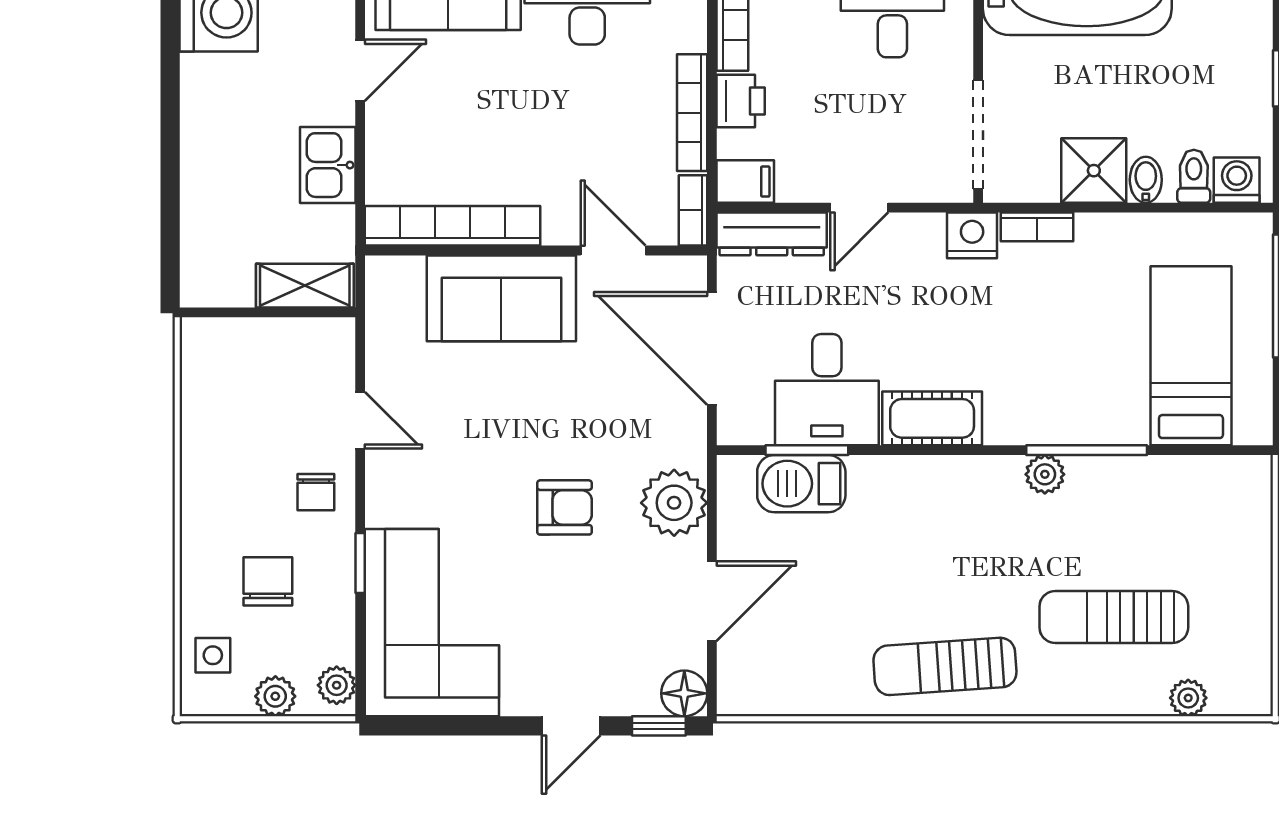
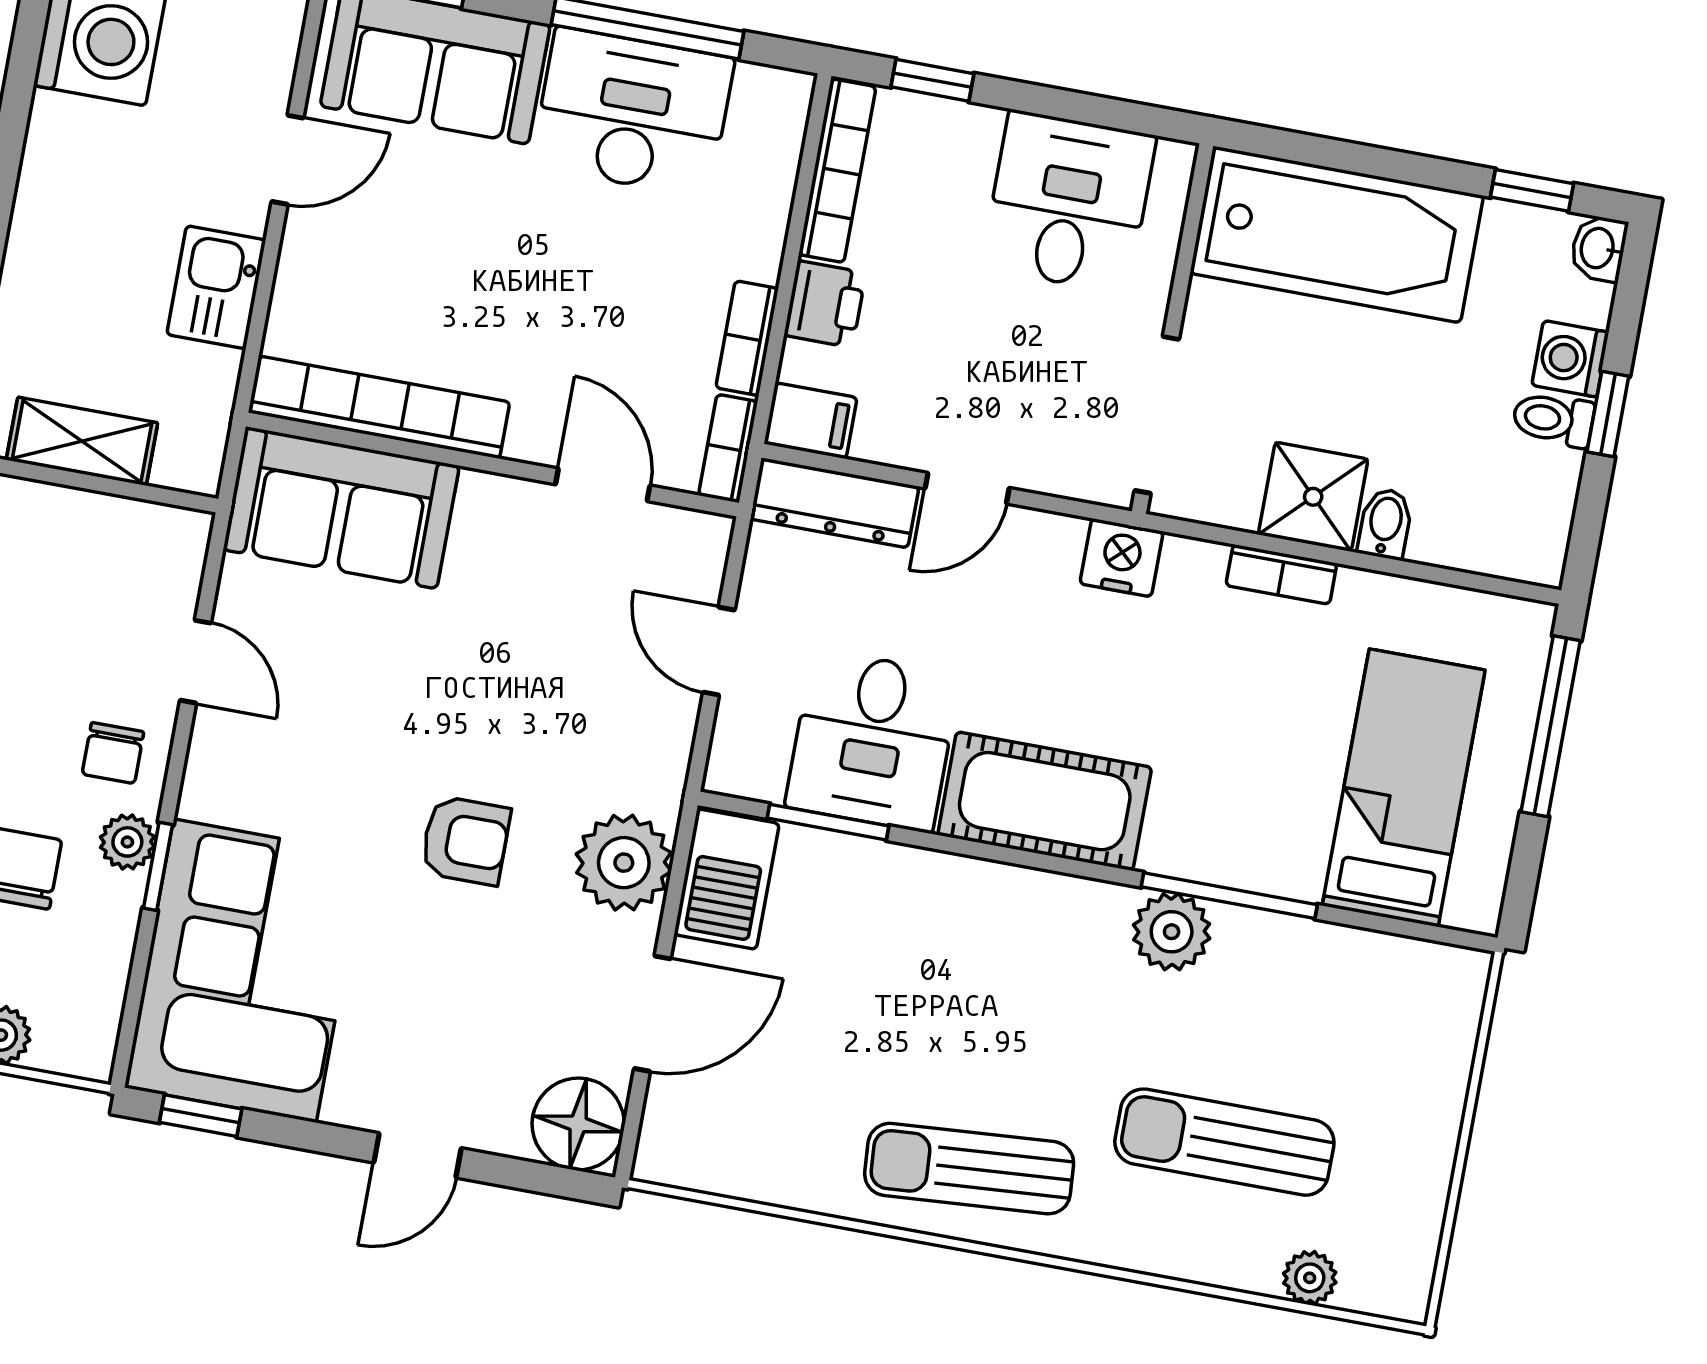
bookcase: (692, 113) -> (747, 338), width x0.64
toilet: (1194, 176) -> (1553, 419), moved, turned -90
washing machine: (1237, 180) -> (1570, 359), moved, turned -90
bookcase: (1037, 227) -> (1281, 574), moved
shelving: (305, 286) -> (82, 441), moved
sofa: (501, 298) -> (341, 508), moved
door: (712, 348) -> (719, 651), width x0.53
cot: (932, 418) -> (1045, 801), width x1.37, depth x1.34
plant: (1045, 474) -> (1172, 932), width x1.38, depth x1.38
barbecue: (801, 484) -> (727, 879), moved, turned -90
plant: (337, 685) -> (127, 842), moved
floor lamp: (684, 693) -> (578, 1124), width x1.38, depth x1.38
window: (659, 726) -> (201, 1116), moved

